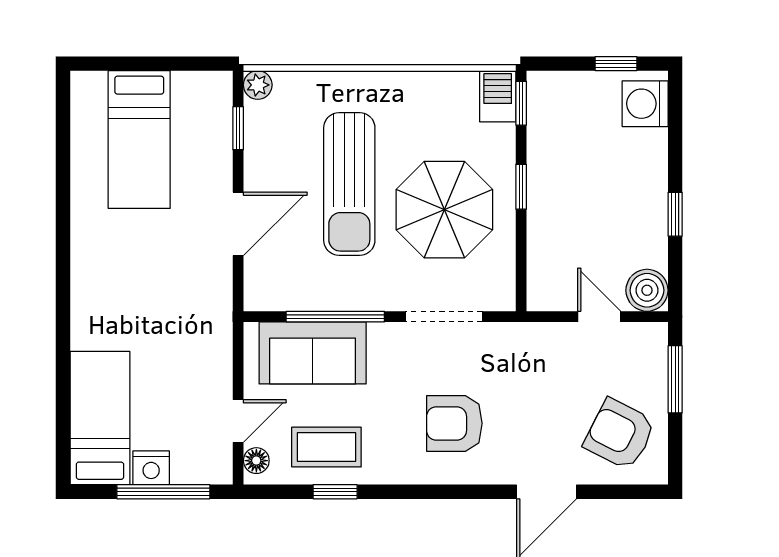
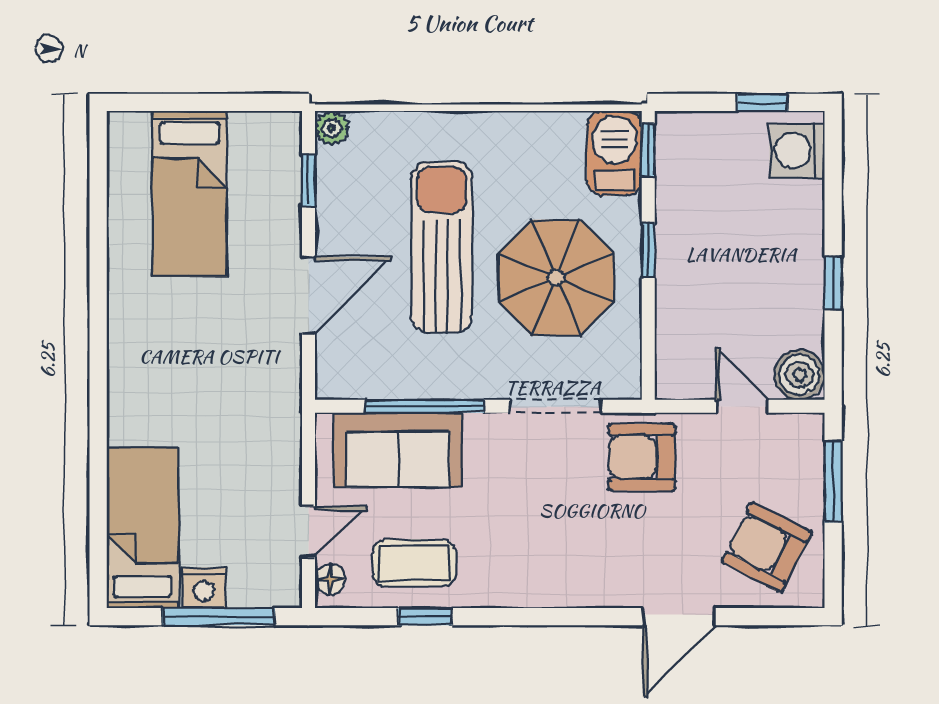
barbecue: (498, 96) -> (614, 153), width x1.38, depth x1.27
sun lounger: (349, 184) -> (442, 247), turned 180
armchair: (454, 423) -> (642, 457), moved

